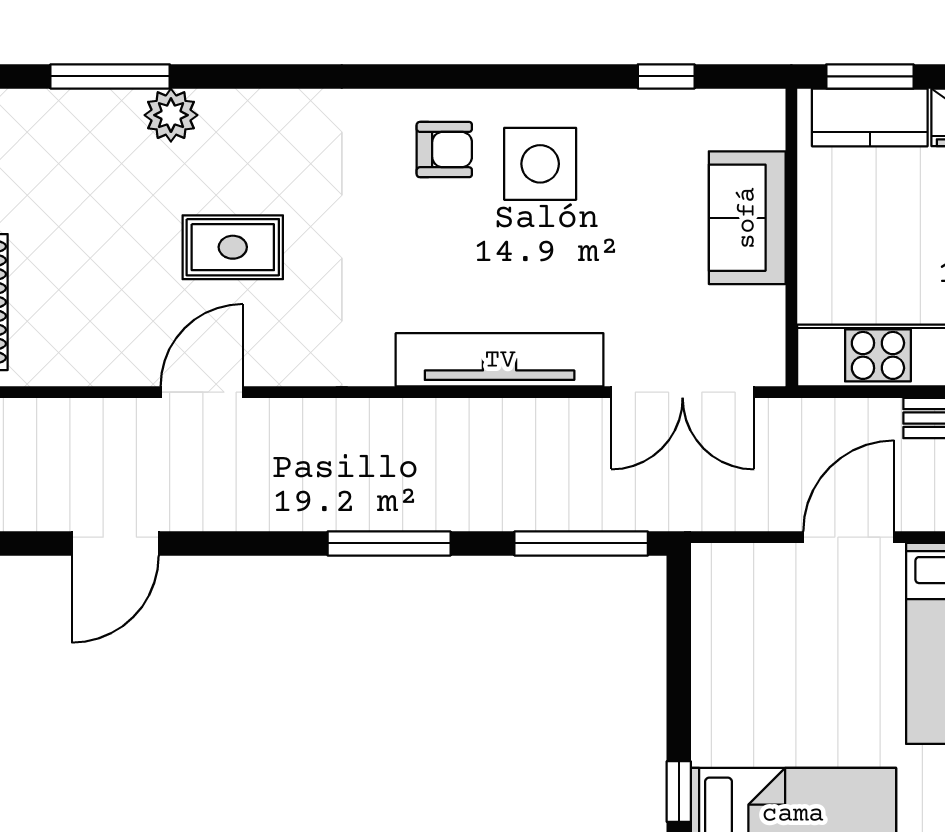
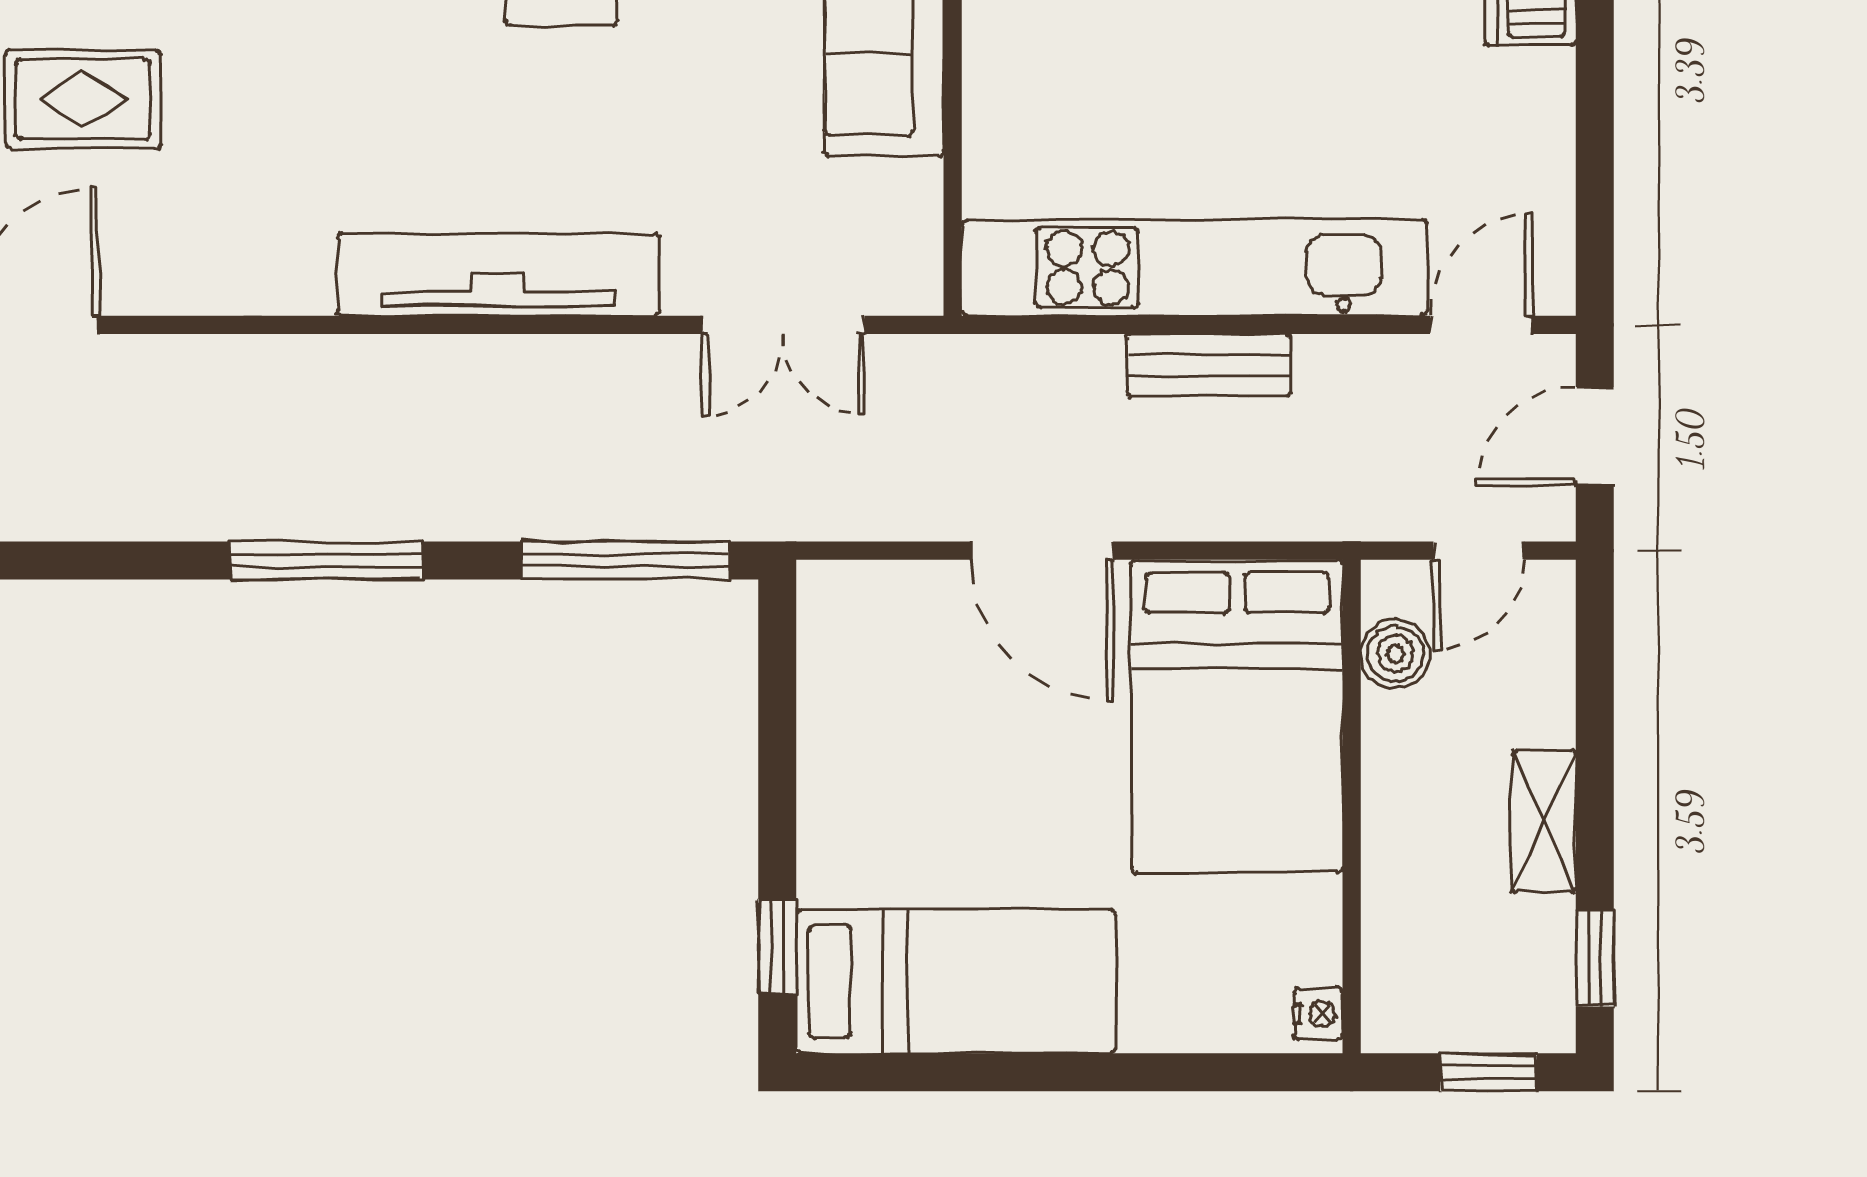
double door: (683, 392) -> (783, 325), width x0.73
door: (849, 537) -> (1042, 551), swing flipped

